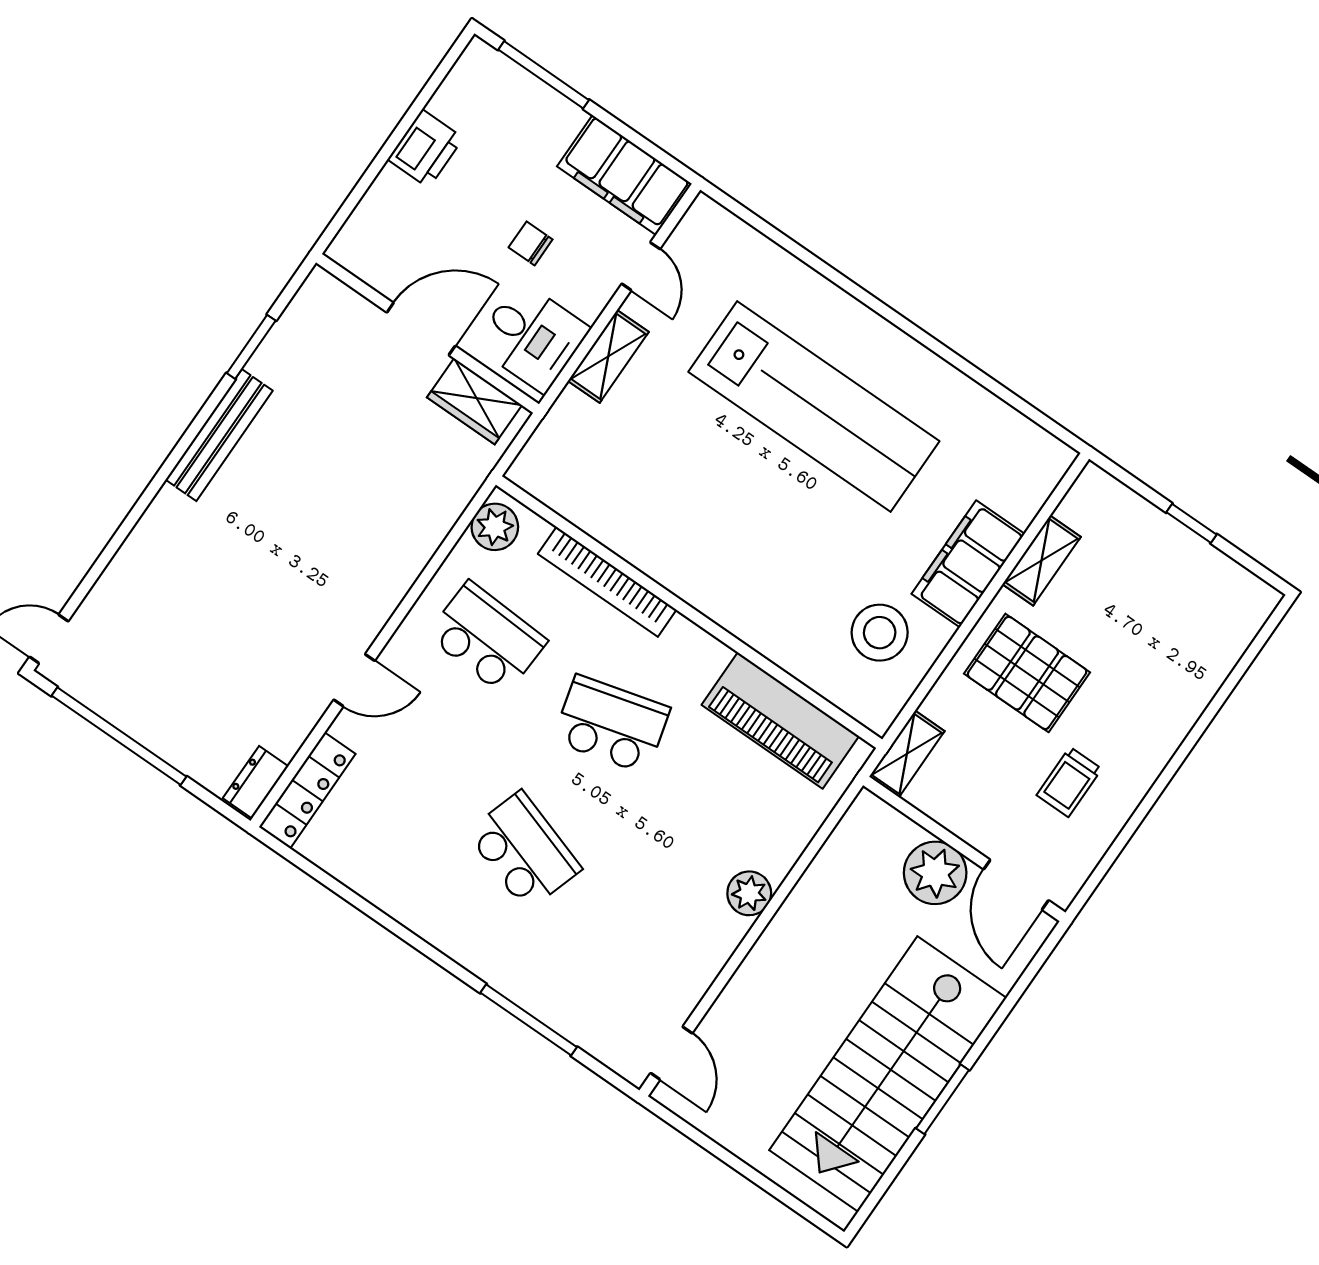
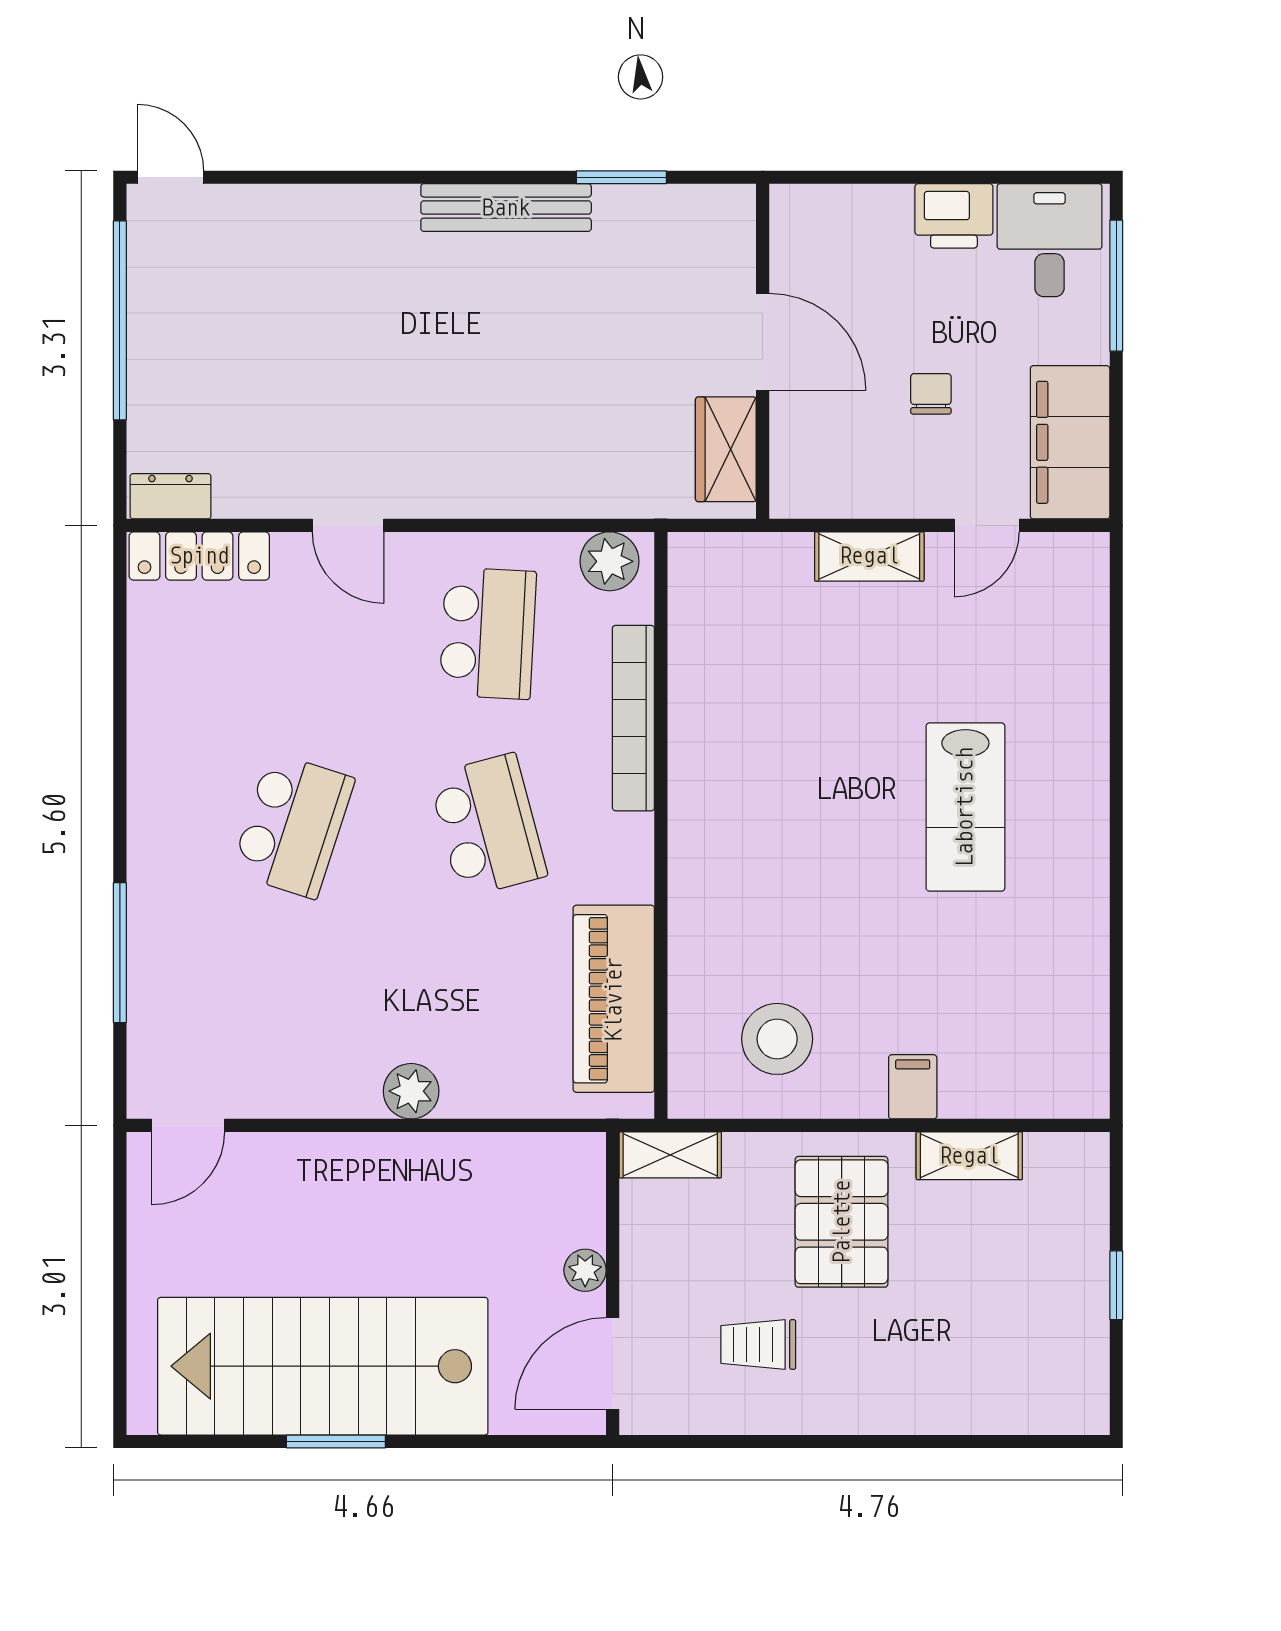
desk: (532, 337) -> (1050, 240), moved, turned 180
lab bench: (814, 406) -> (965, 807), width x0.54, depth x0.72
filing cabinet: (968, 564) -> (913, 1087), width x0.33, depth x0.86
plant: (935, 873) -> (585, 1270), width x0.53, depth x0.53

